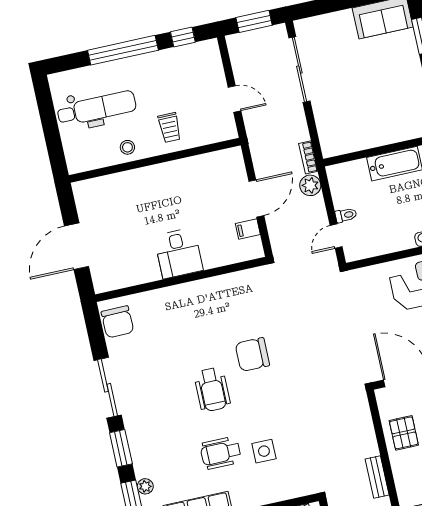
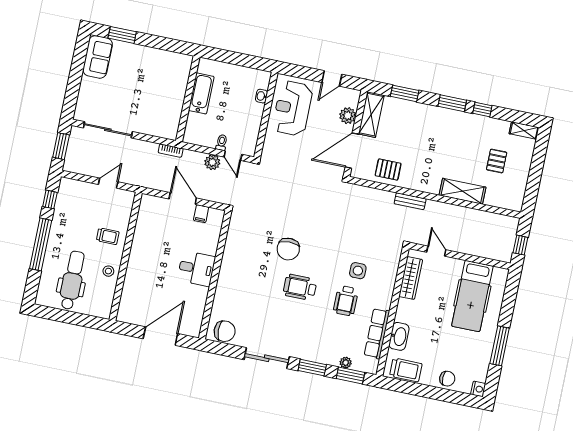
plant: (310, 185) -> (212, 162), moved
door: (76, 246) -> (160, 336), swing flipped
wheelchair: (212, 390) -> (300, 287), turned 180

